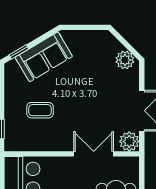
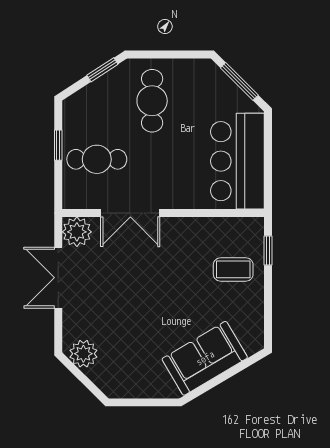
window: (19, 52) -> (242, 366), removed
coffee table: (40, 110) -> (233, 269), moved

